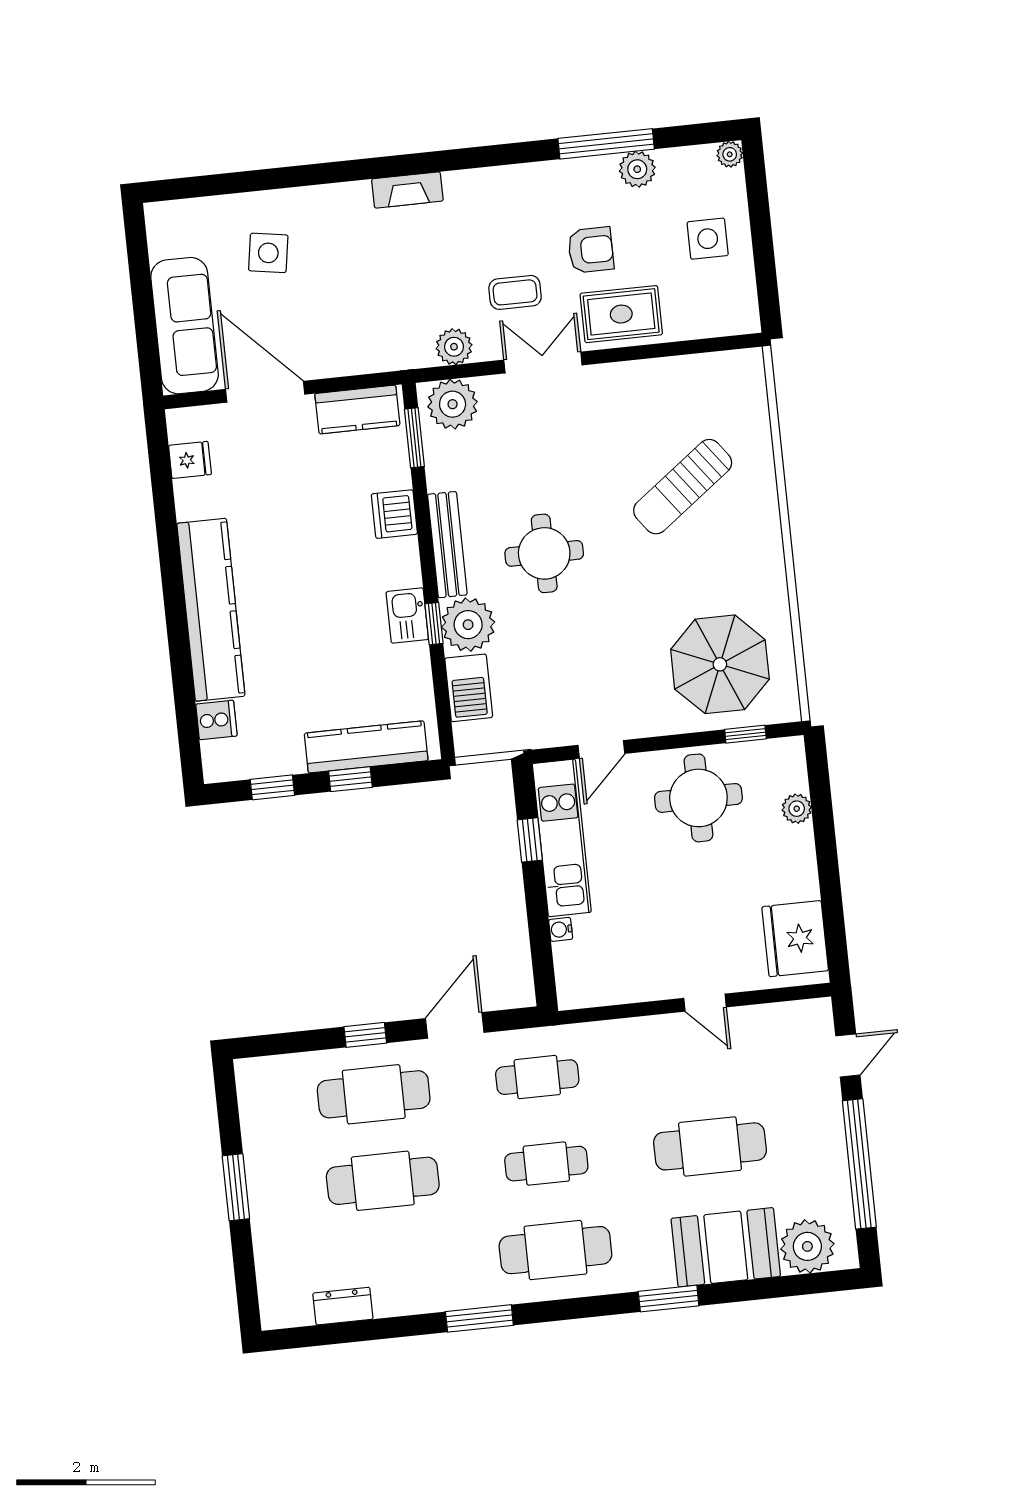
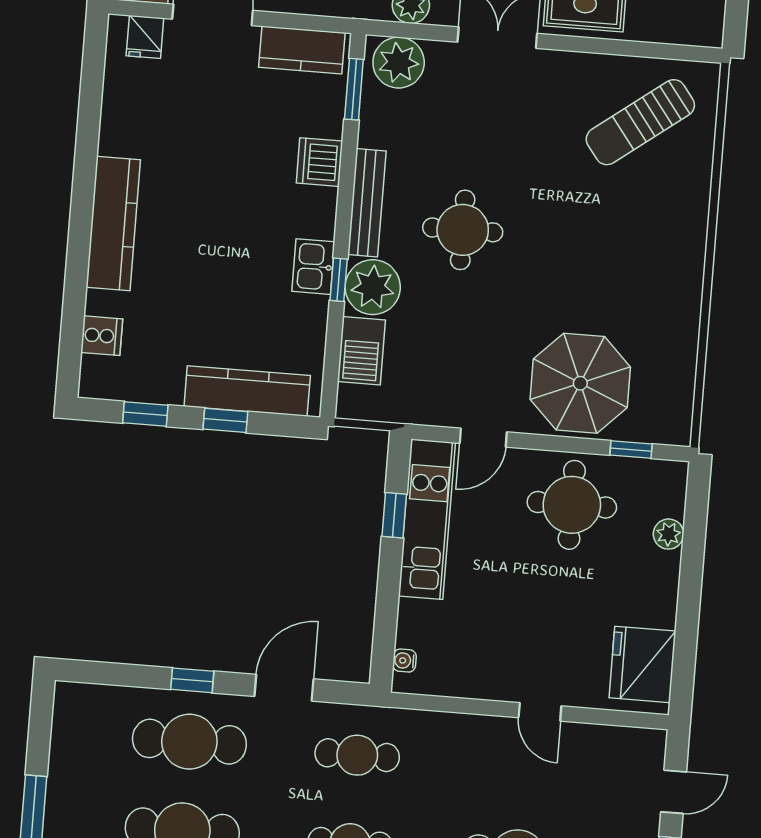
fridge: (190, 460) -> (145, 37), moved, turned 90
sun lounger: (683, 487) -> (640, 122), moved
kitchen counter: (211, 610) -> (113, 223), width x0.72, depth x0.86
parasol: (720, 664) -> (580, 383), moved
water cooler: (561, 929) -> (404, 661), moved

